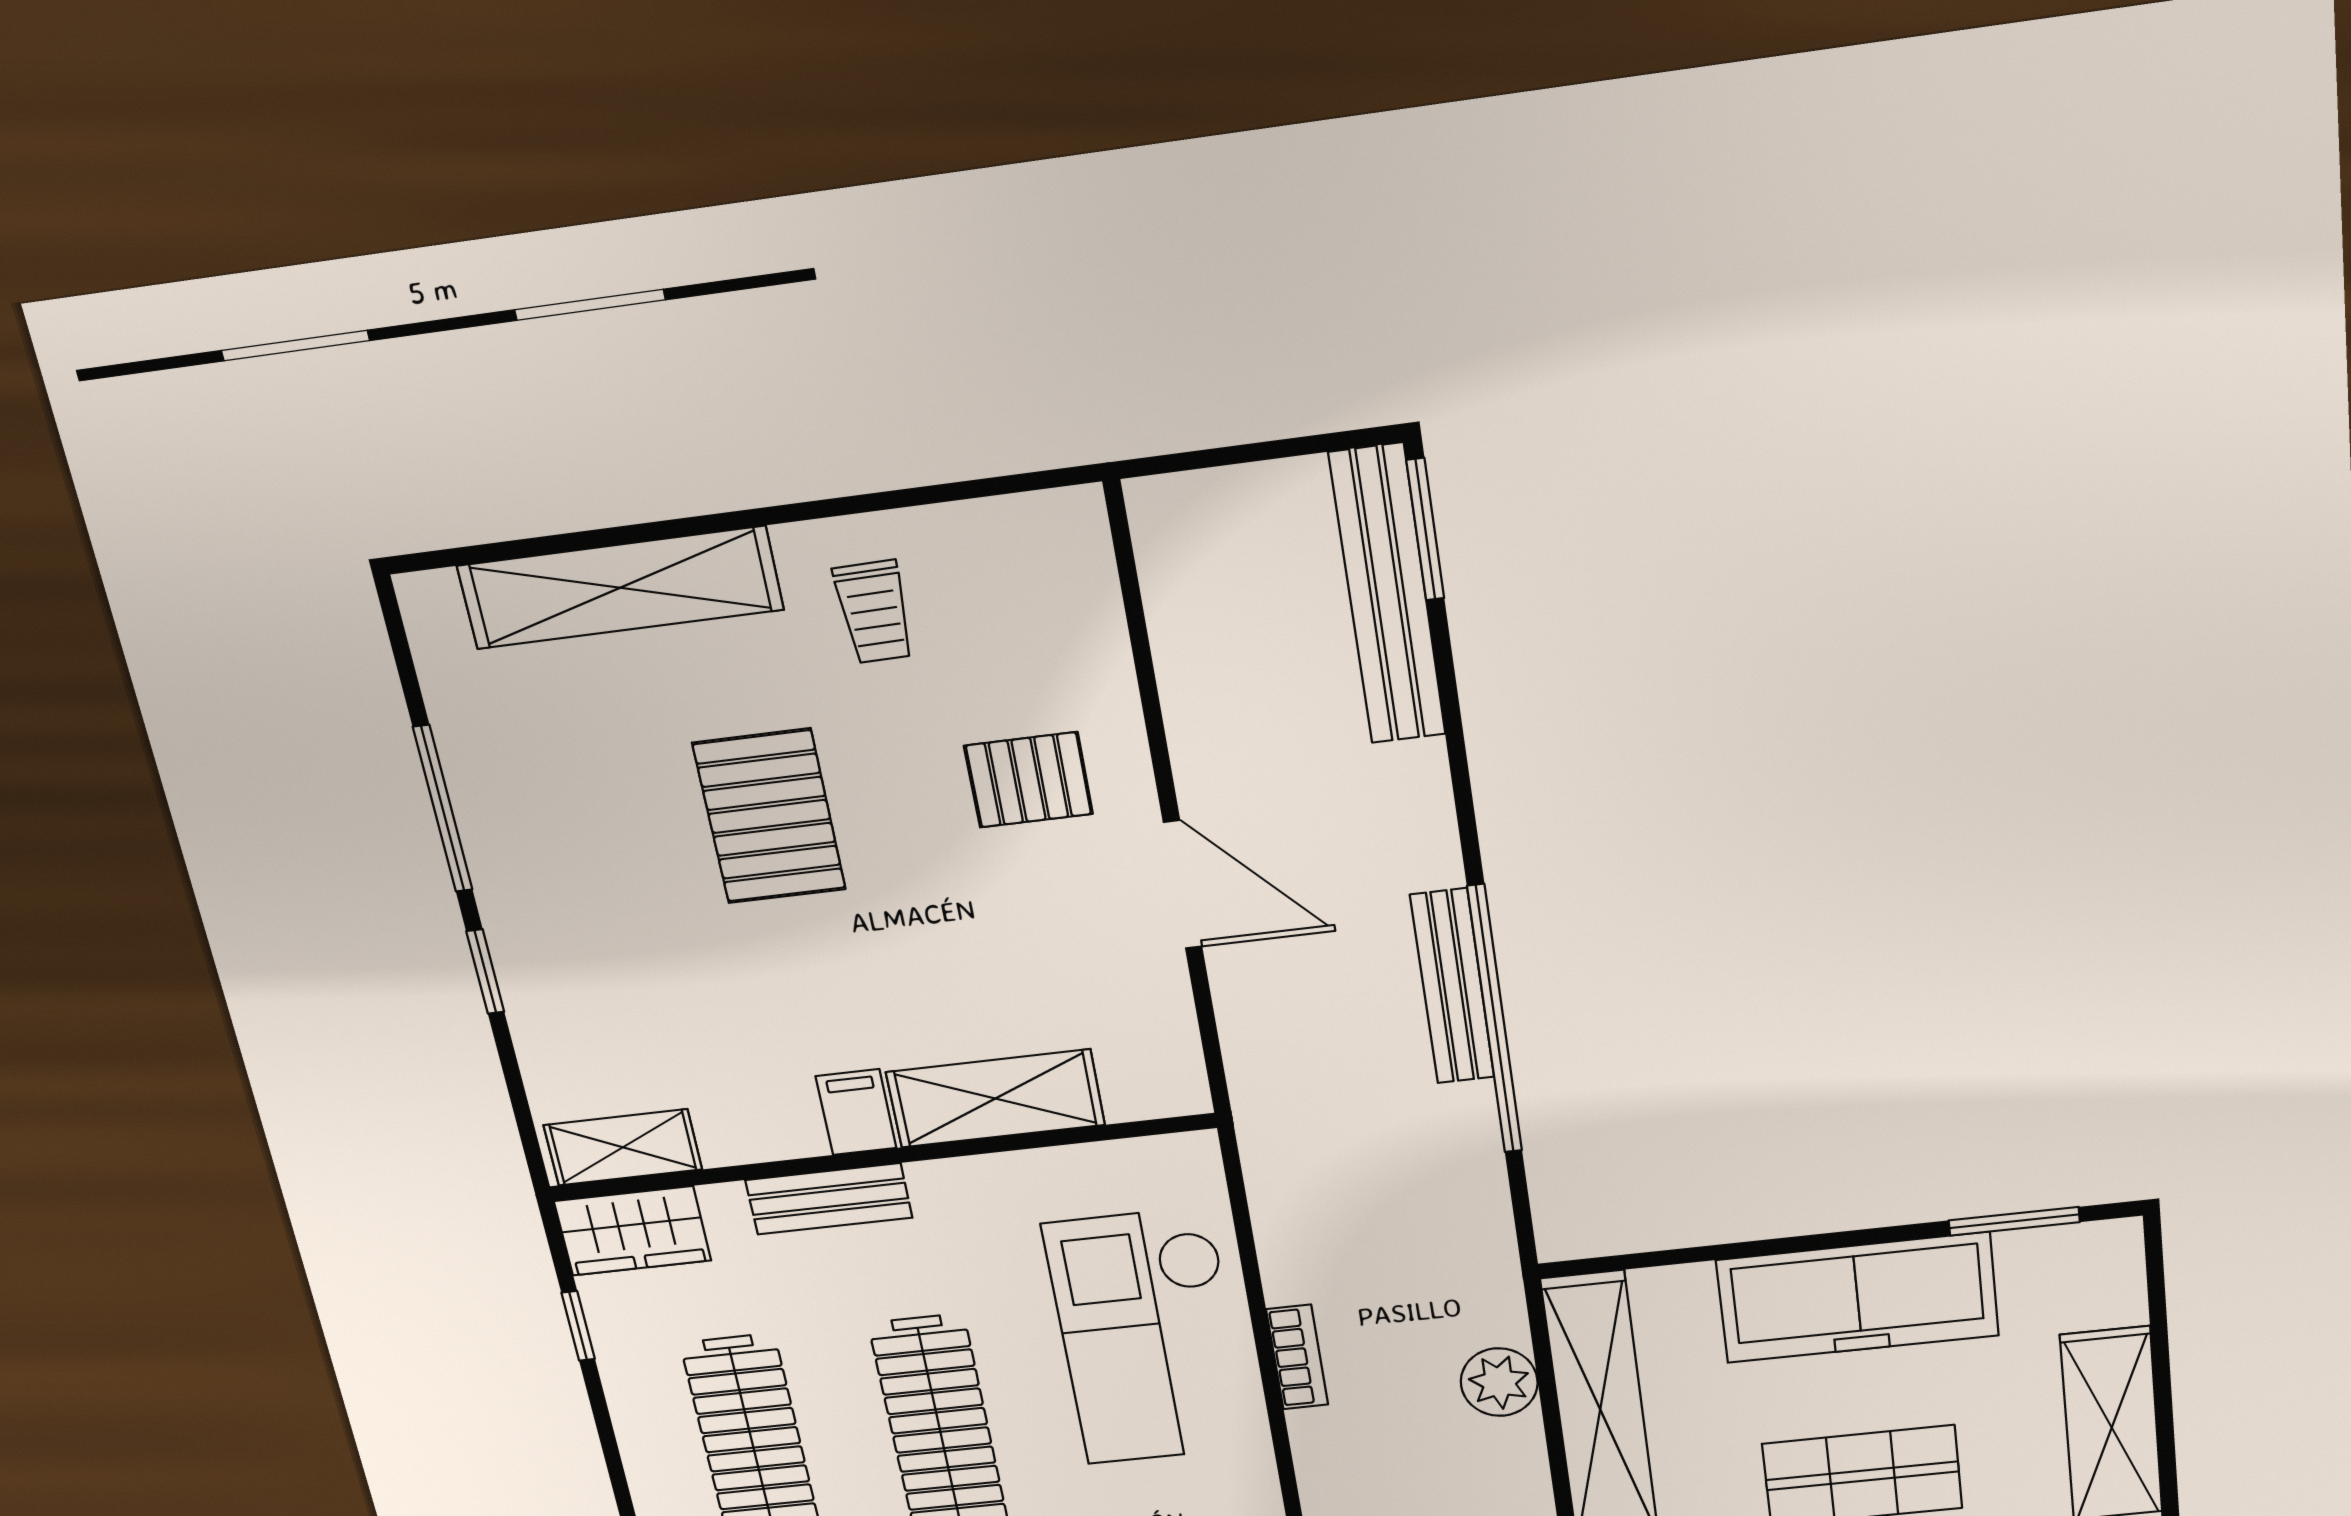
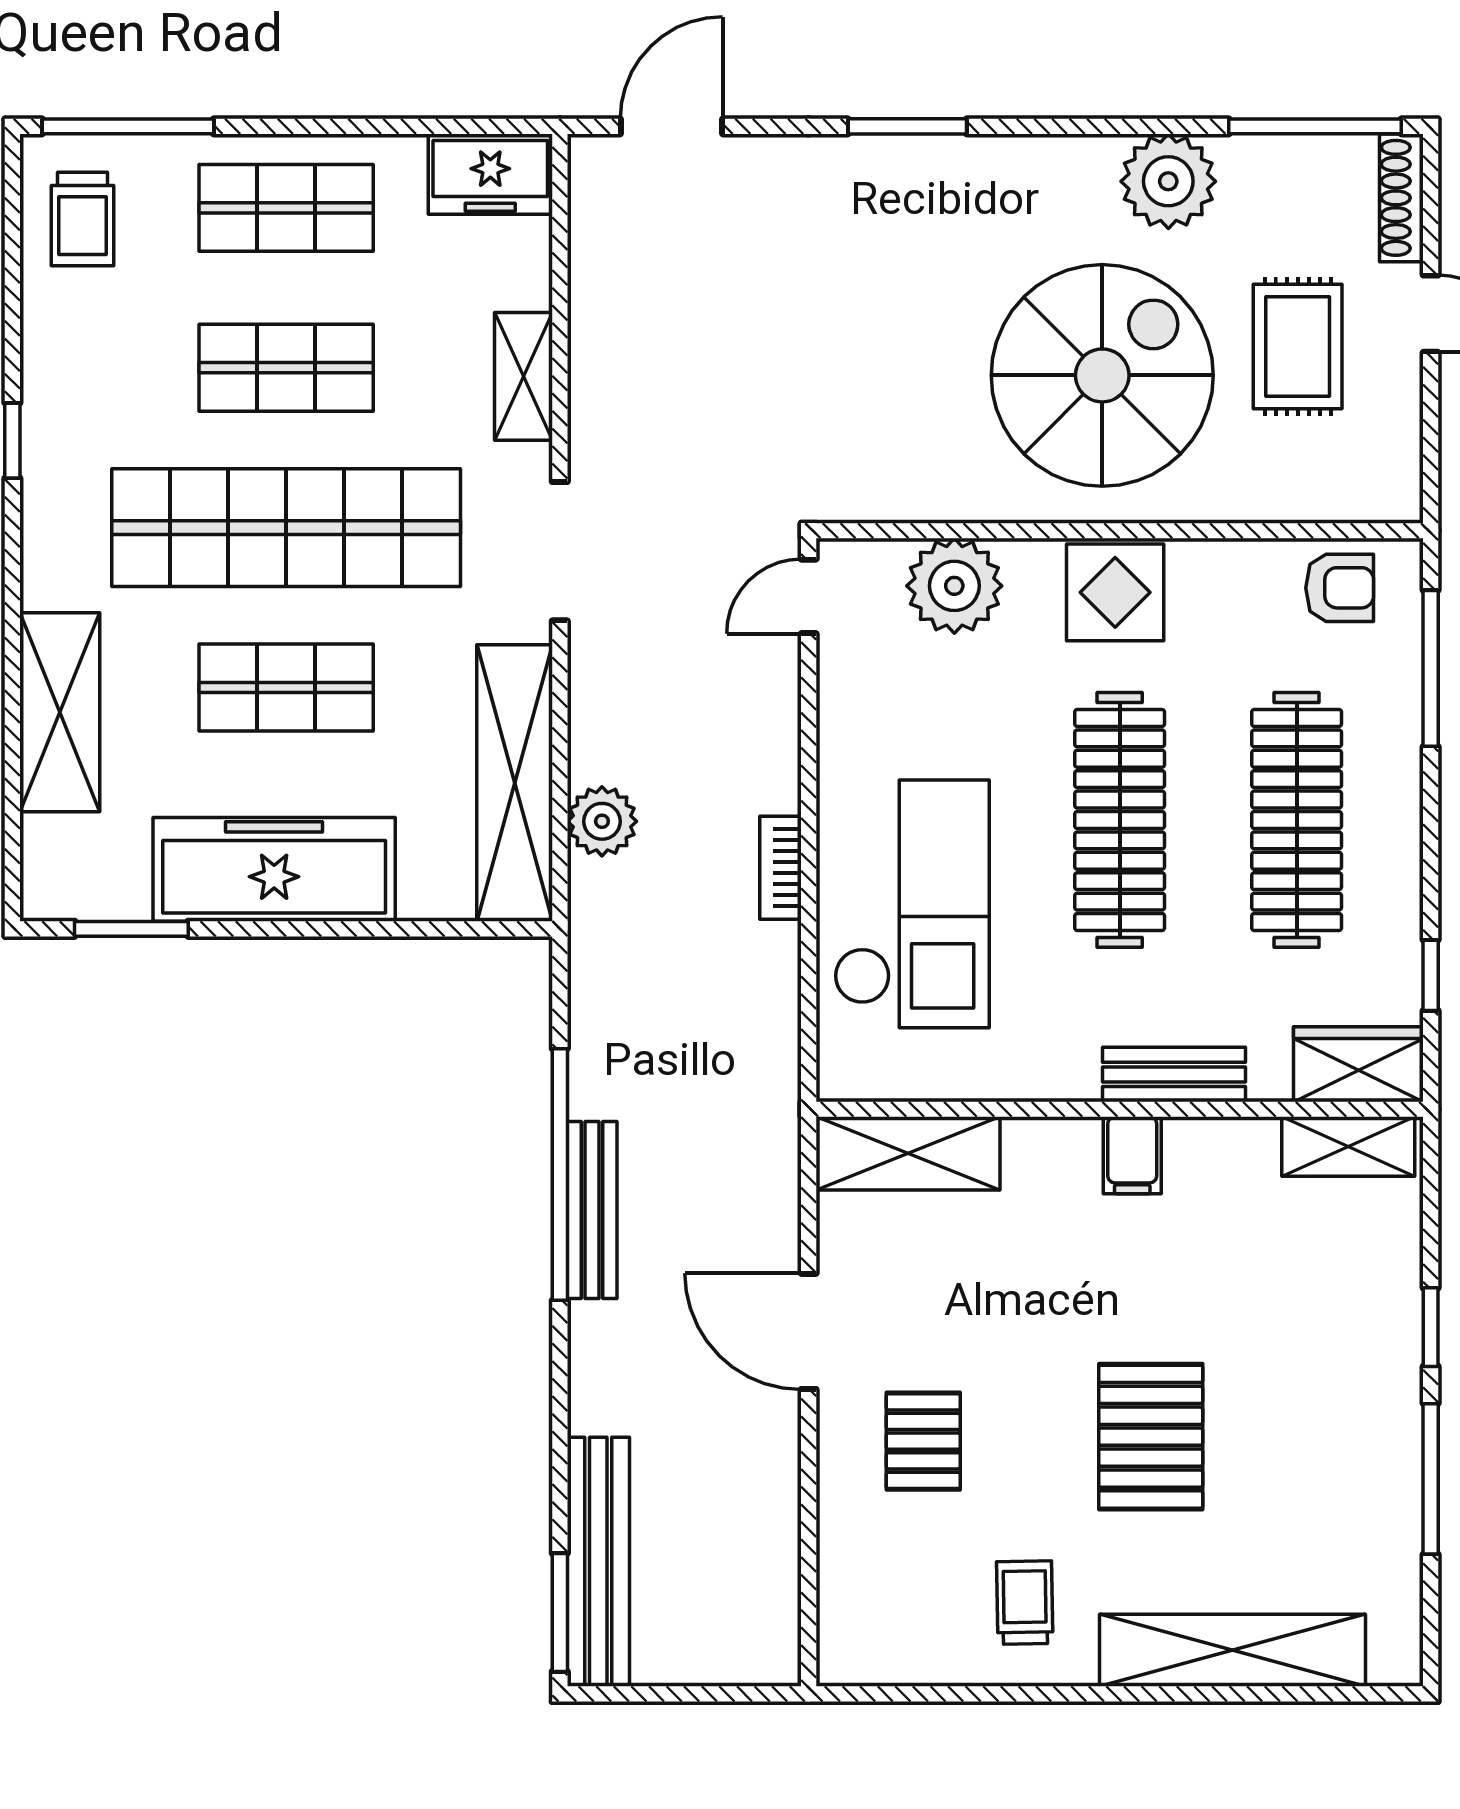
pallet: (1028, 780) -> (923, 1441), turned 90
shelving: (995, 1098) -> (908, 1153), moved

